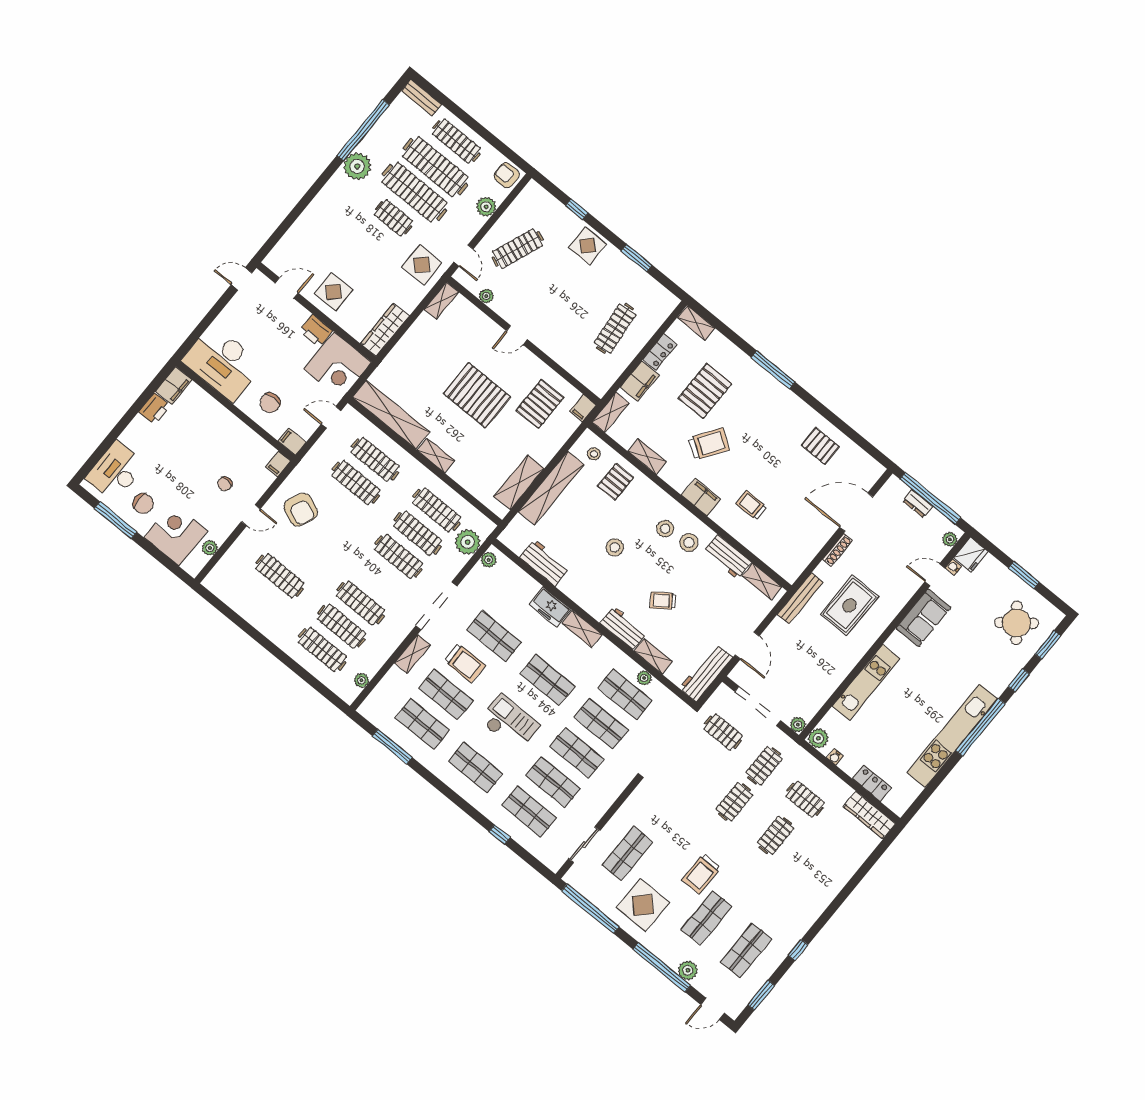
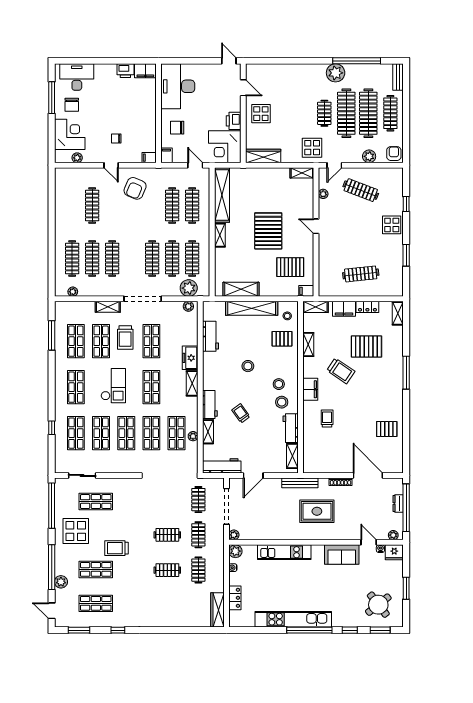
pallet: (820, 446) -> (387, 429), turned 90
clothes rail: (764, 766) -> (198, 535), turned 90

